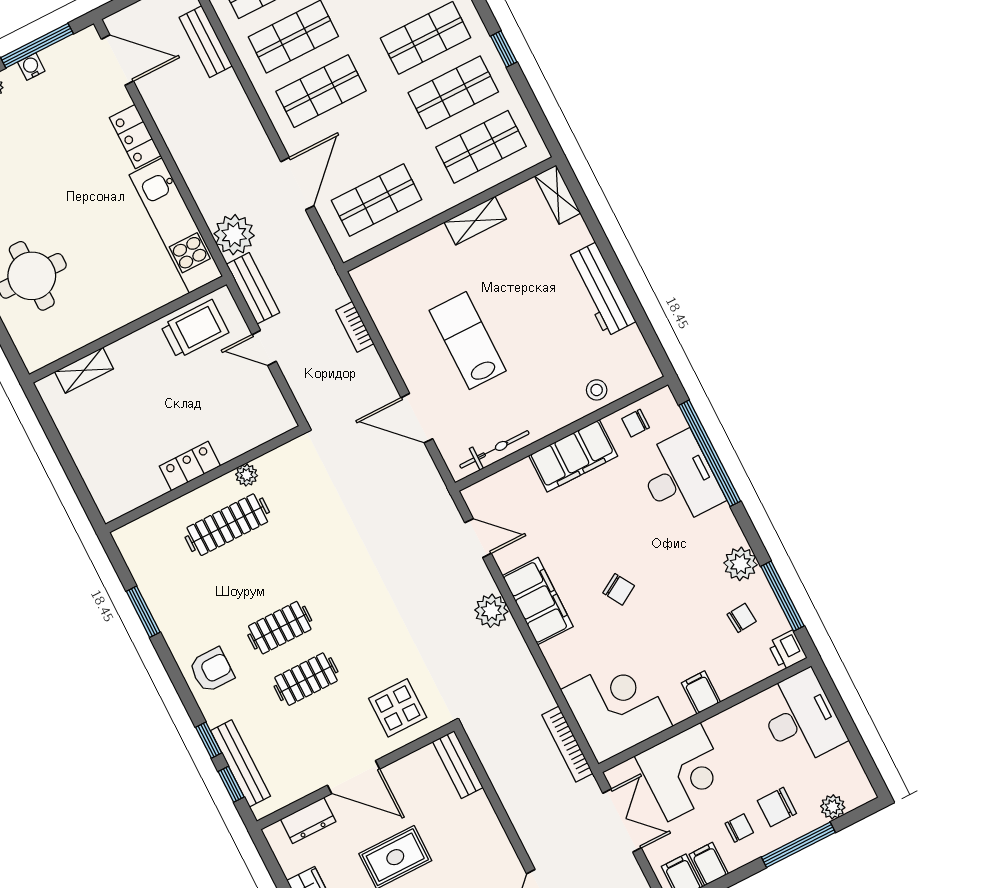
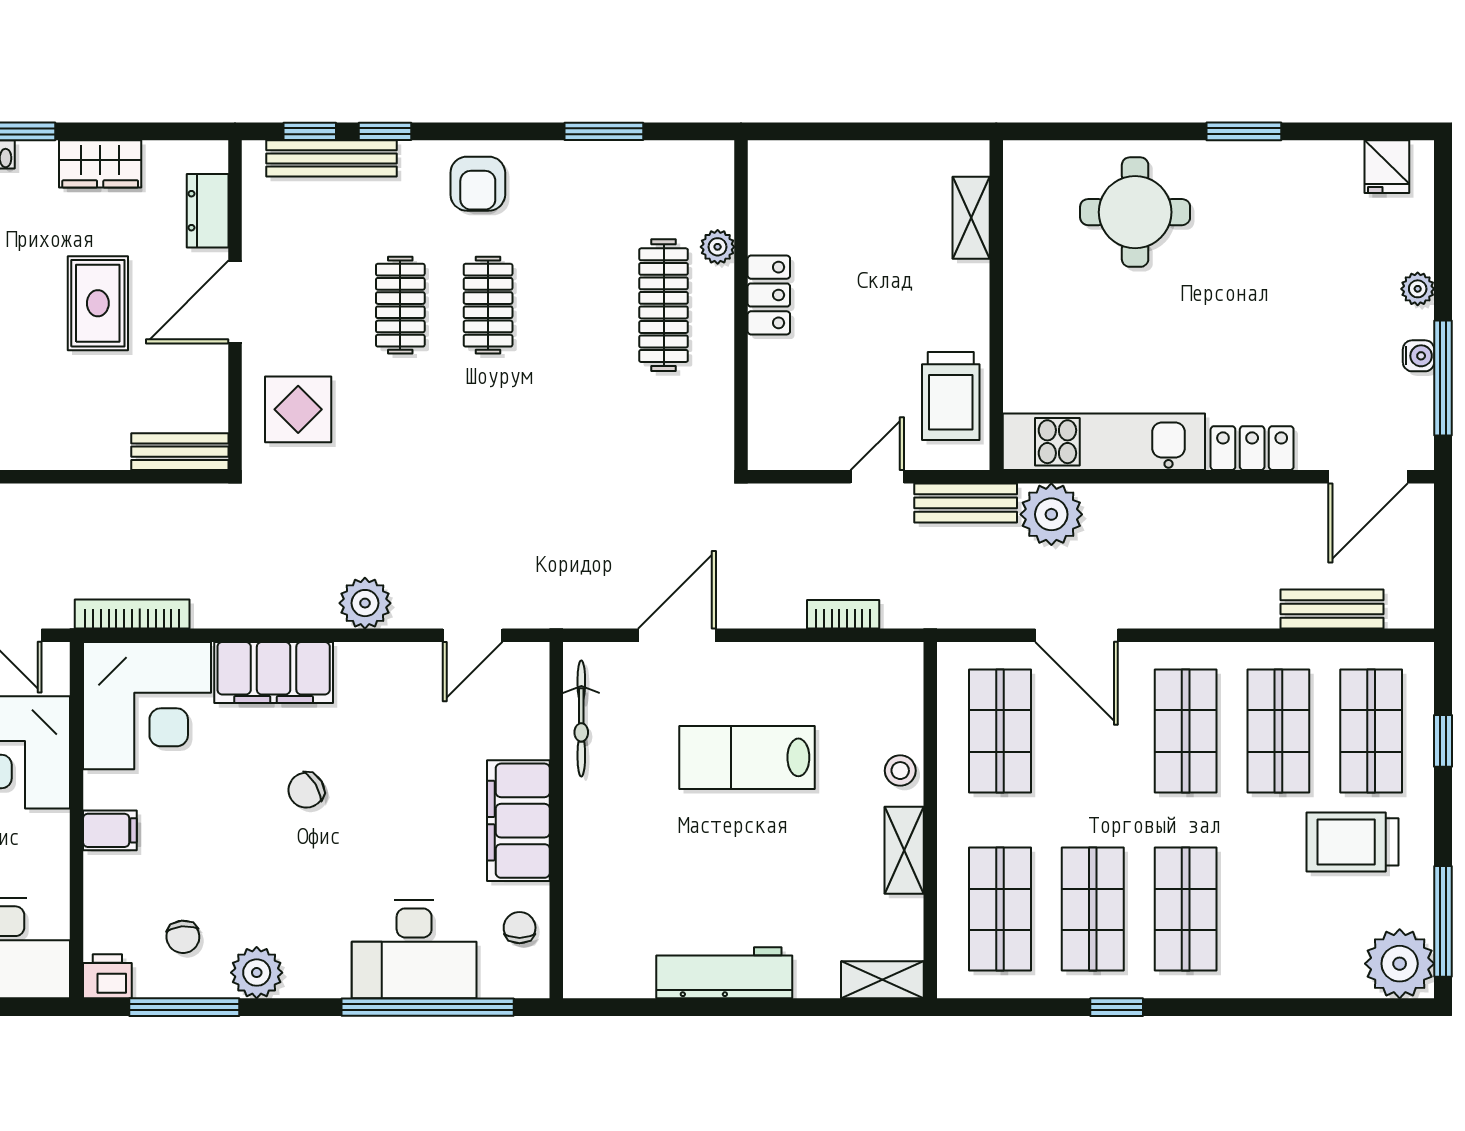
lab bench: (468, 341) -> (747, 757), turned 180
stool: (597, 390) -> (900, 771), moved
plant: (247, 475) -> (718, 247), moved
filing cabinet: (538, 601) -> (274, 673), moved

